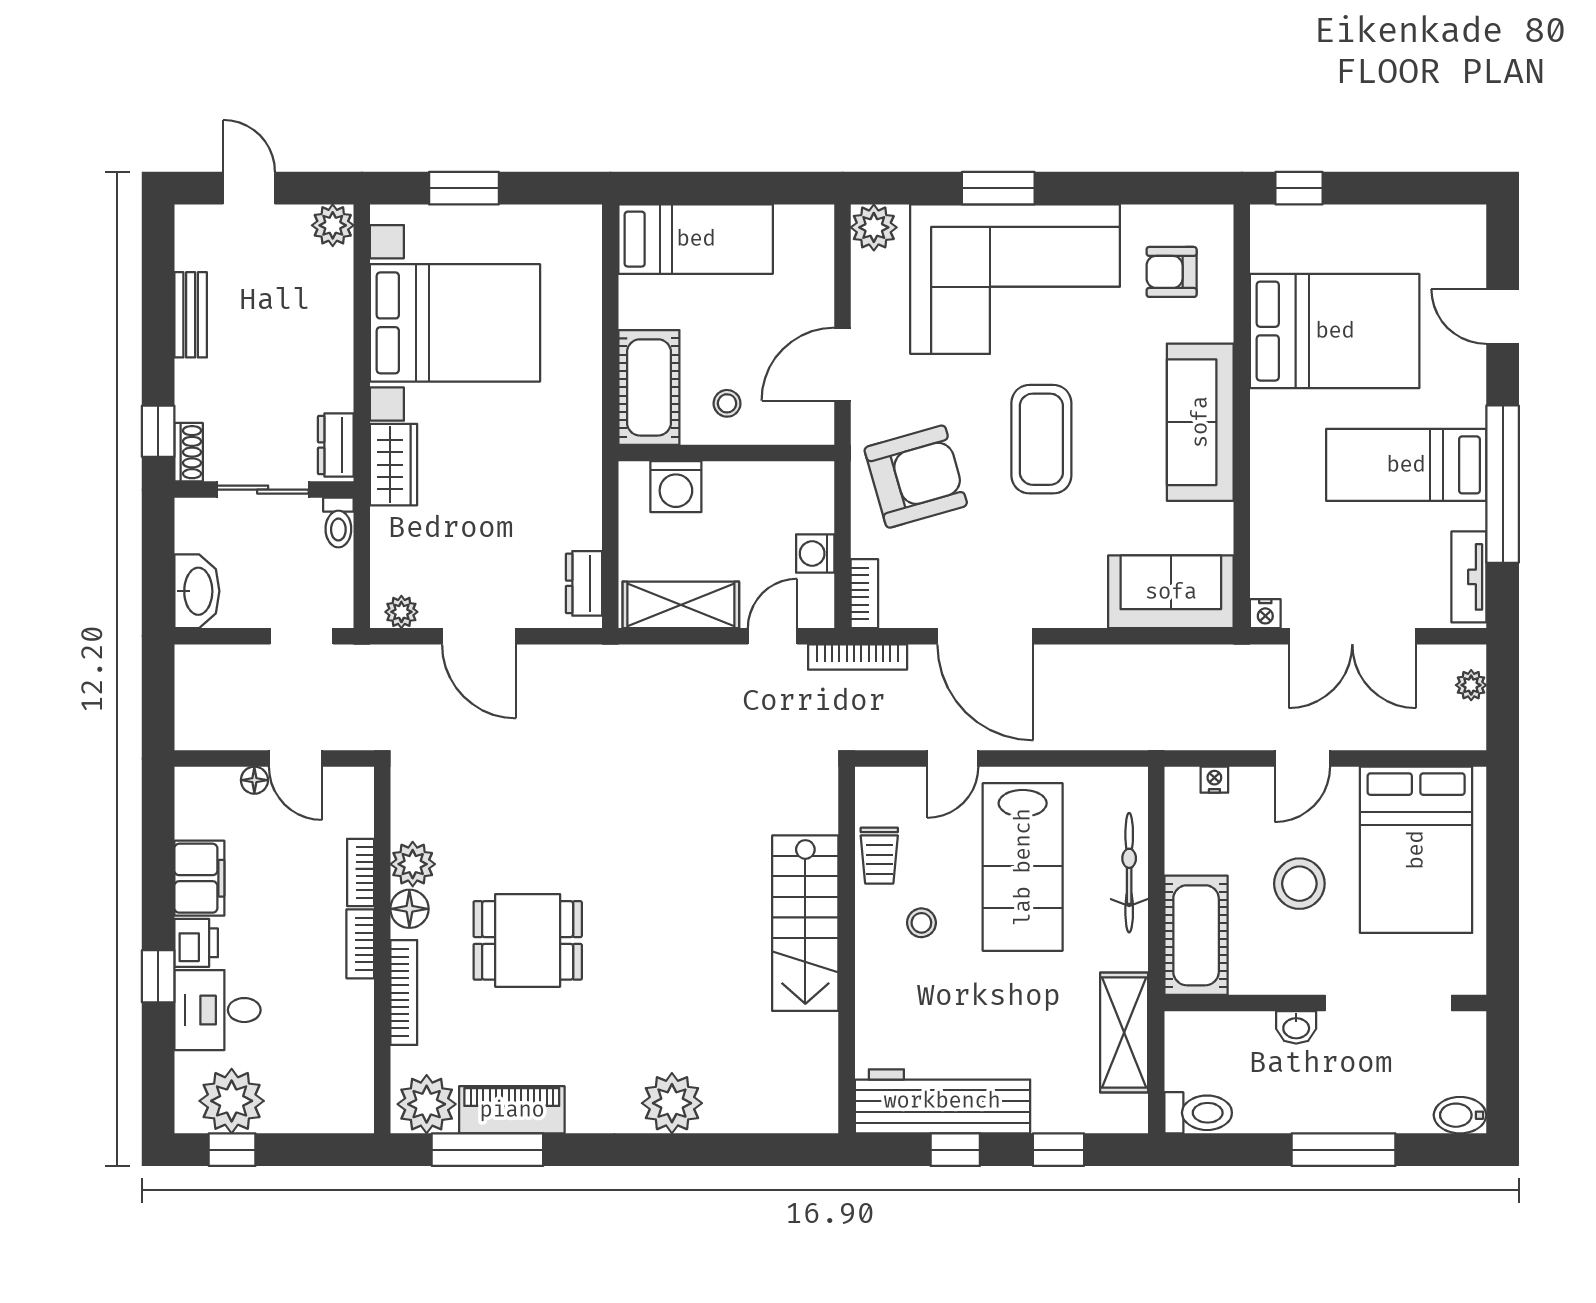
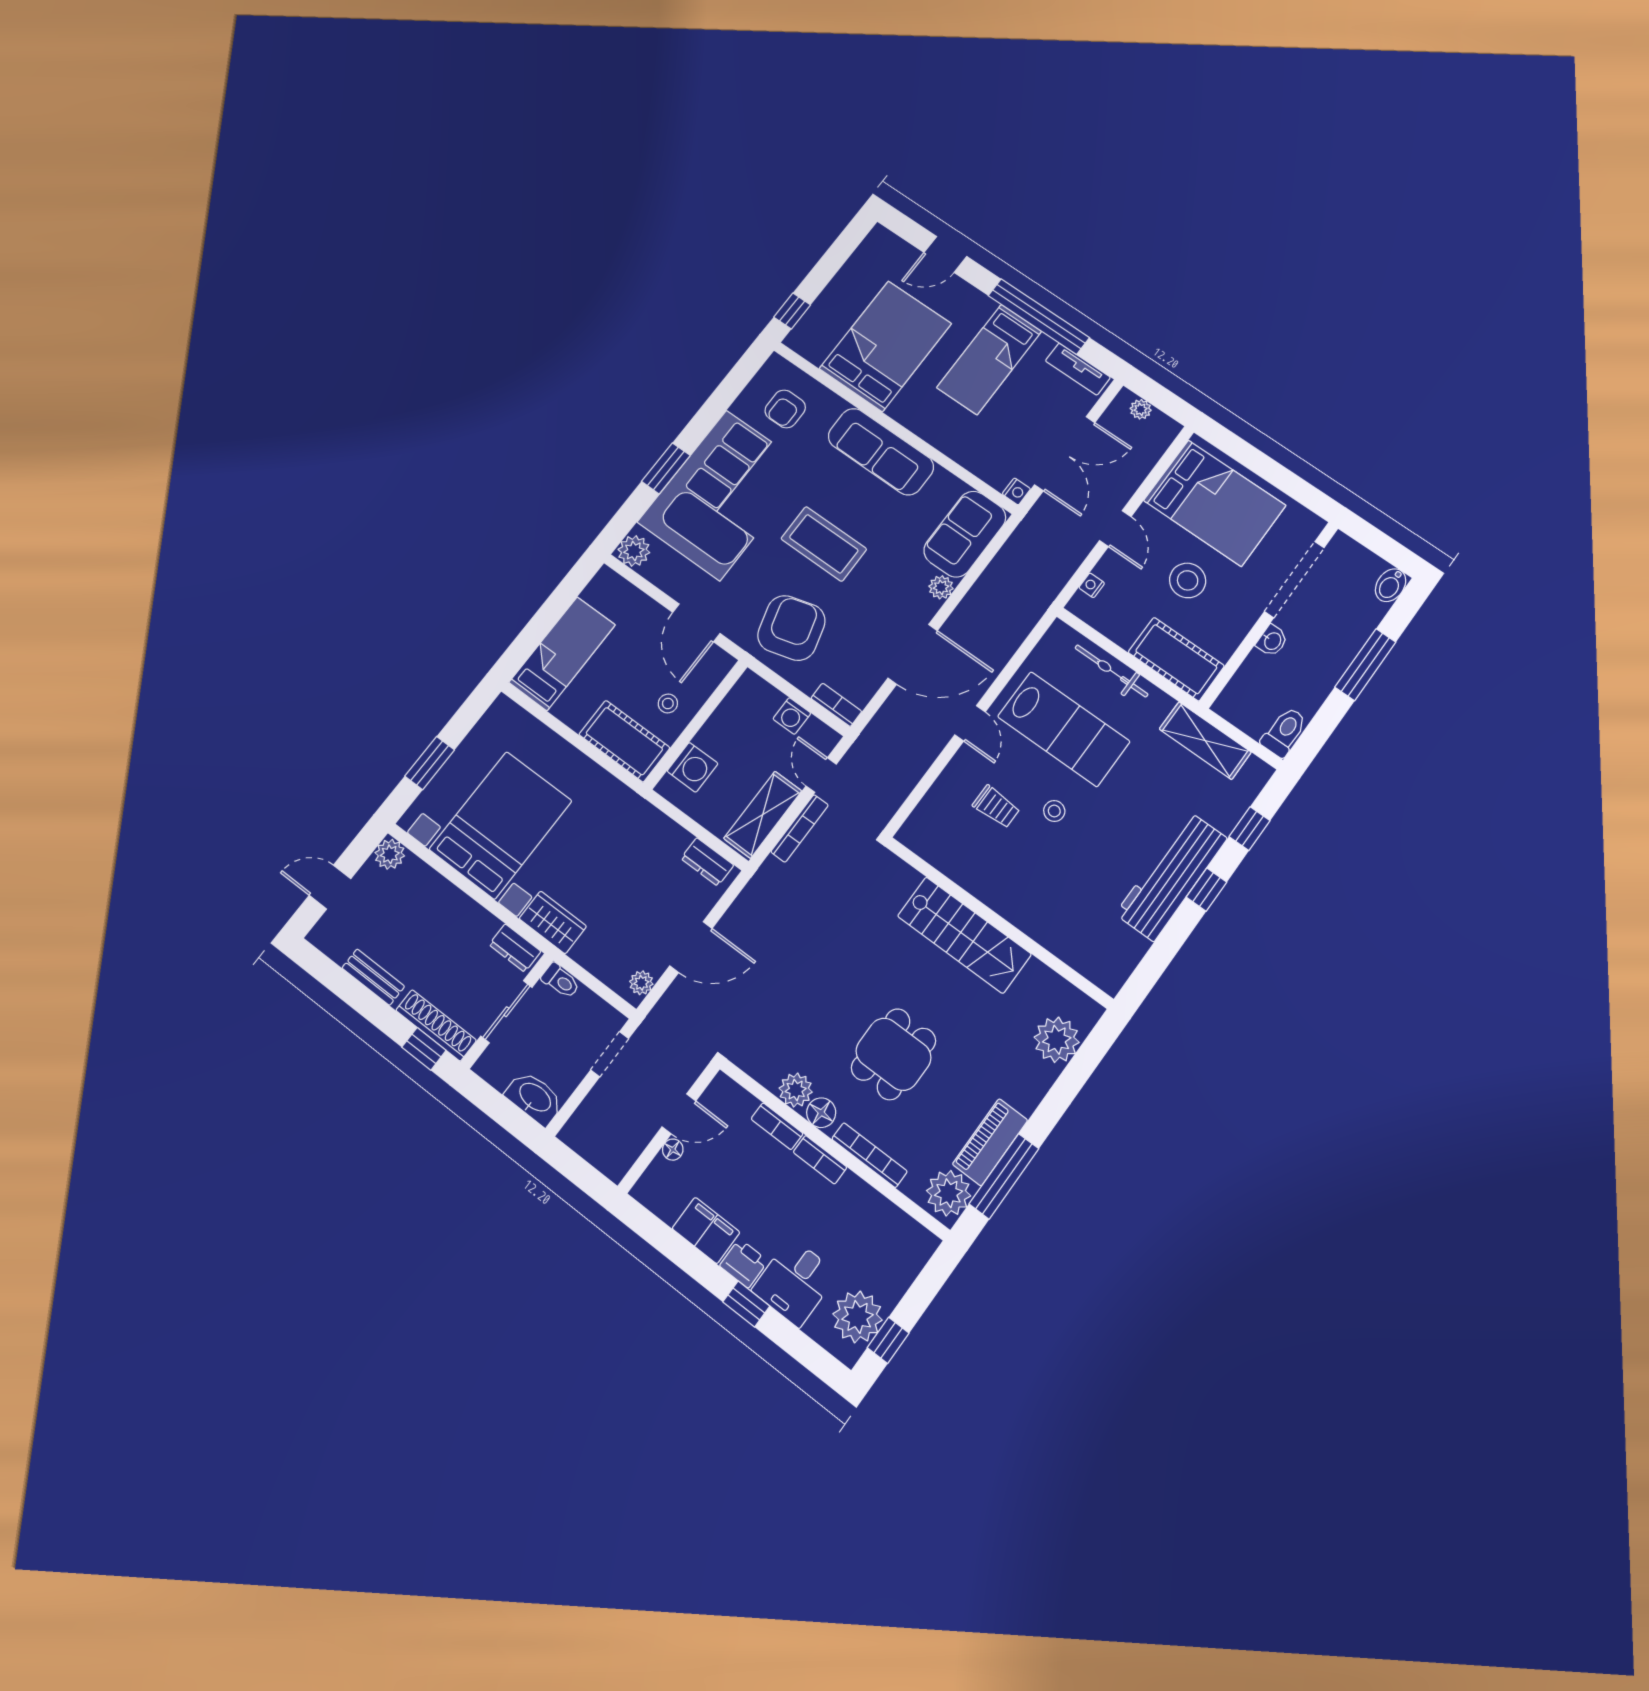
shoe rack: (189, 452) -> (436, 1025), width x1.94, depth x1.24
plant: (1087, 611) -> (941, 587), added
bookcase: (858, 657) -> (800, 828), moved
stairs: (805, 923) -> (964, 935), moved
wall: (847, 950) -> (998, 922), moved

